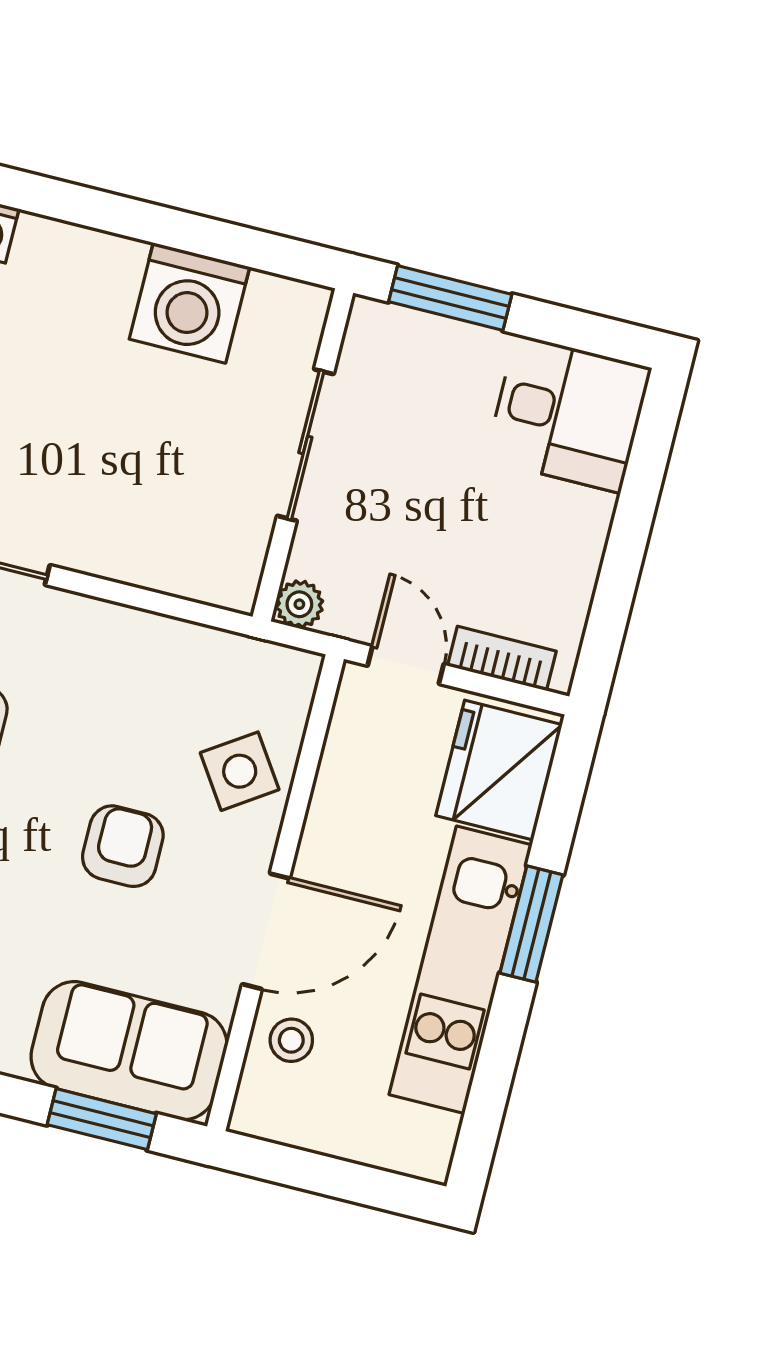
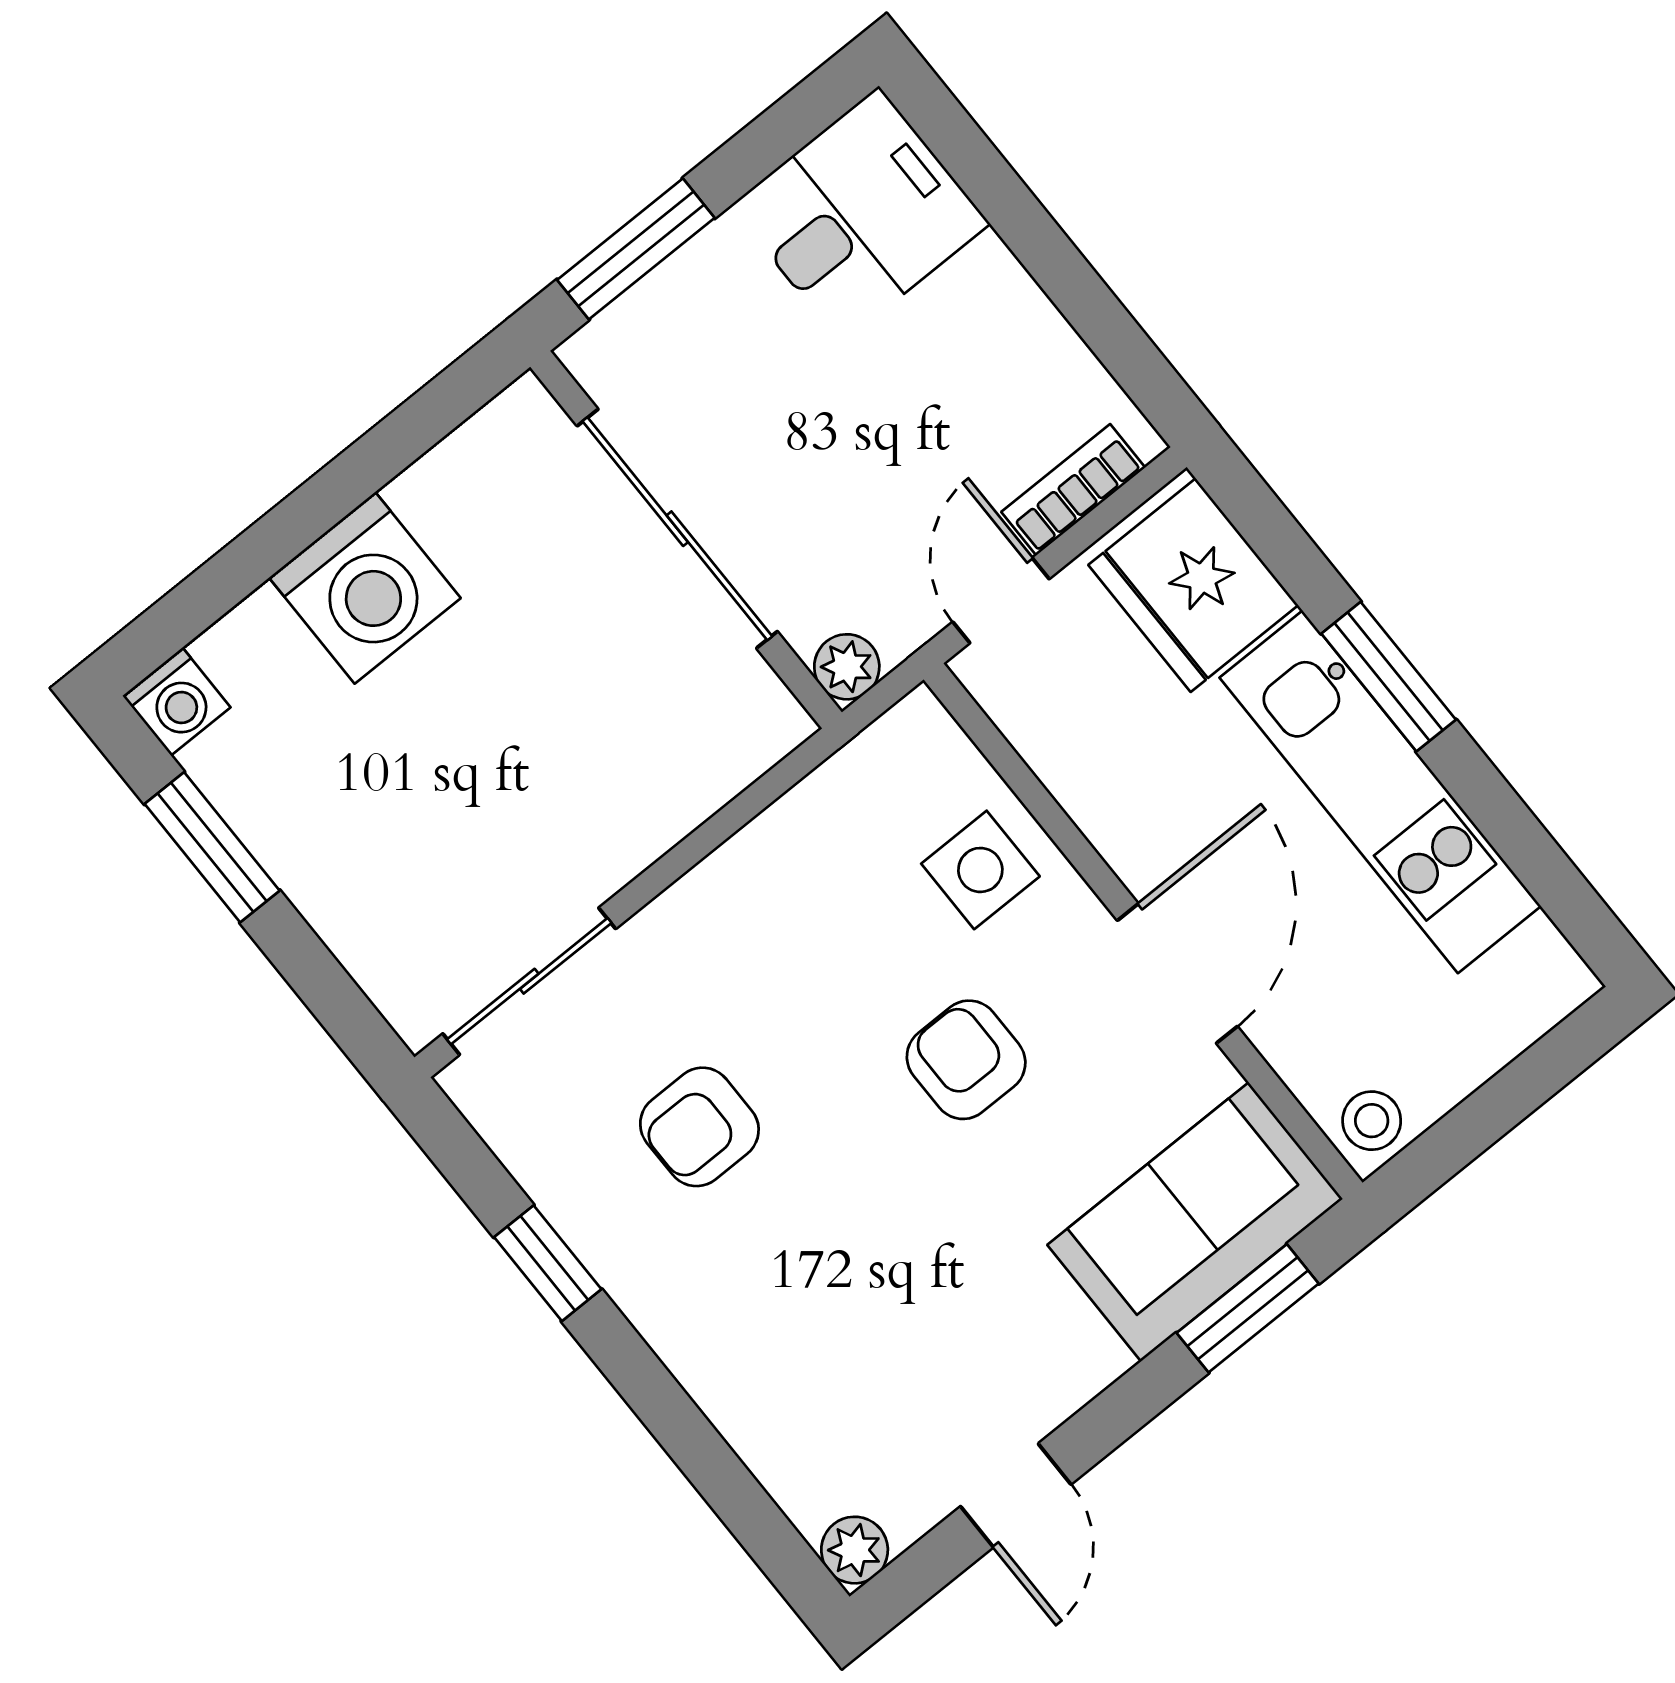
washing machine: (189, 303) -> (365, 588), moved
sliding door: (305, 445) -> (677, 529), width x1.37
door: (406, 665) -> (1001, 600), hinge flipped
side table: (240, 771) -> (980, 870), turned 34
stool: (291, 1040) -> (1372, 1121), moved

